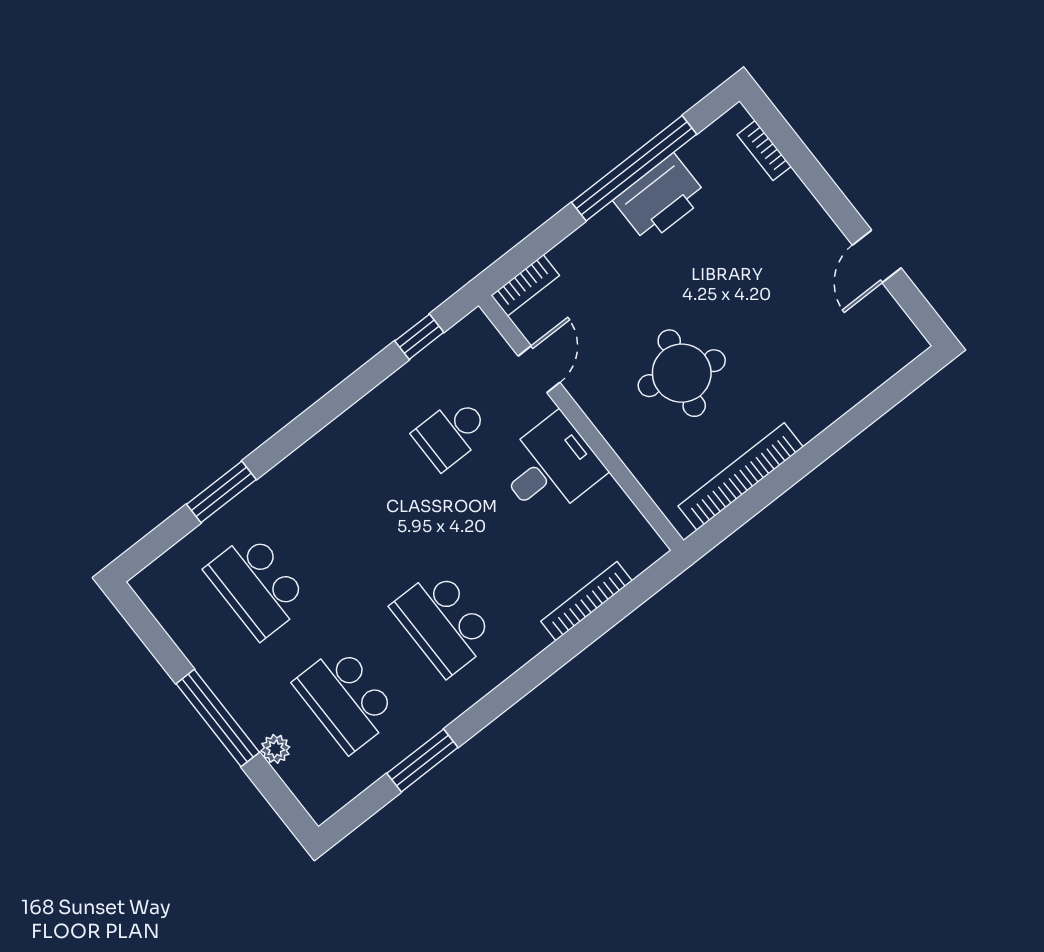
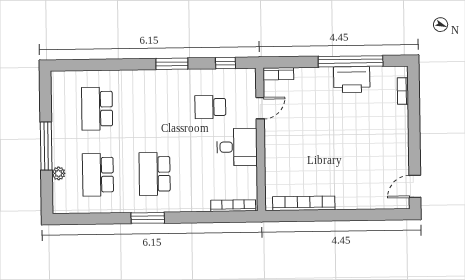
door: (877, 256) -> (415, 186), moved
round table: (682, 373) -> (311, 149), removed
window: (221, 492) -> (172, 64), moved
bookcase: (587, 601) -> (233, 206), moved
window: (422, 760) -> (148, 218), moved

